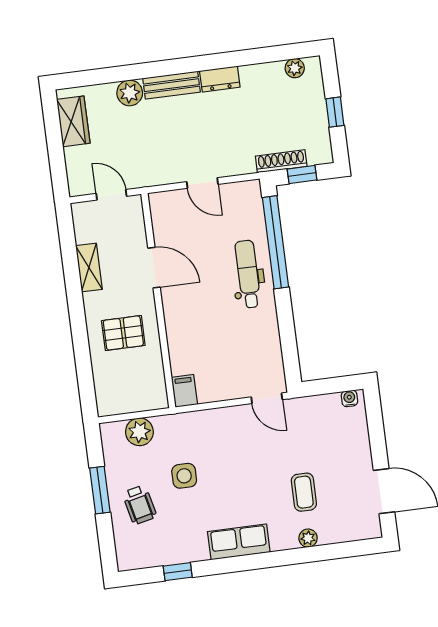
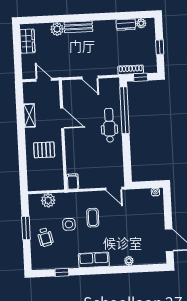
dresser: (220, 79) -> (126, 25), moved
coffee table: (304, 492) -> (93, 218), moved

